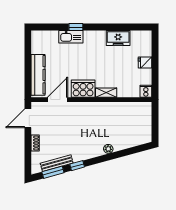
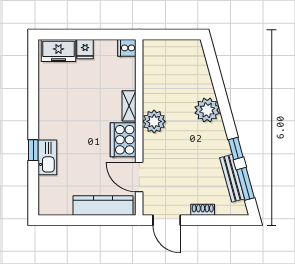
freezer: (118, 38) -> (59, 51), moved, turned 90
plant: (96, 110) -> (154, 121), added
plant: (108, 149) -> (207, 110), width x1.88, depth x1.88

